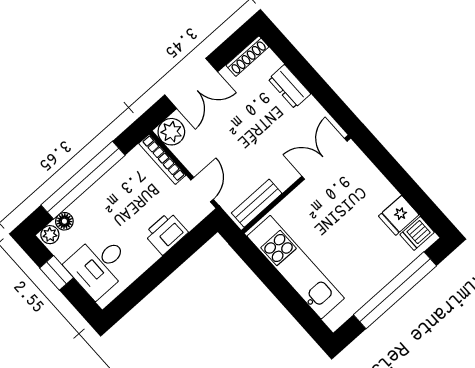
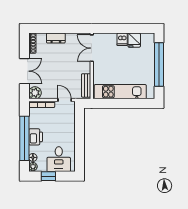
printer: (166, 233) -> (36, 137), moved, turned 180
dishwasher: (417, 233) -> (122, 39), moved

